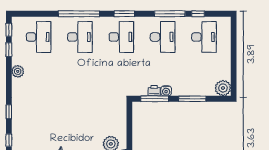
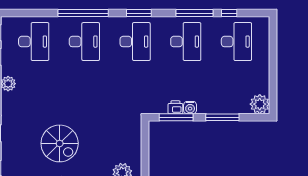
spiral stairs: (60, 120) -> (60, 143), added

